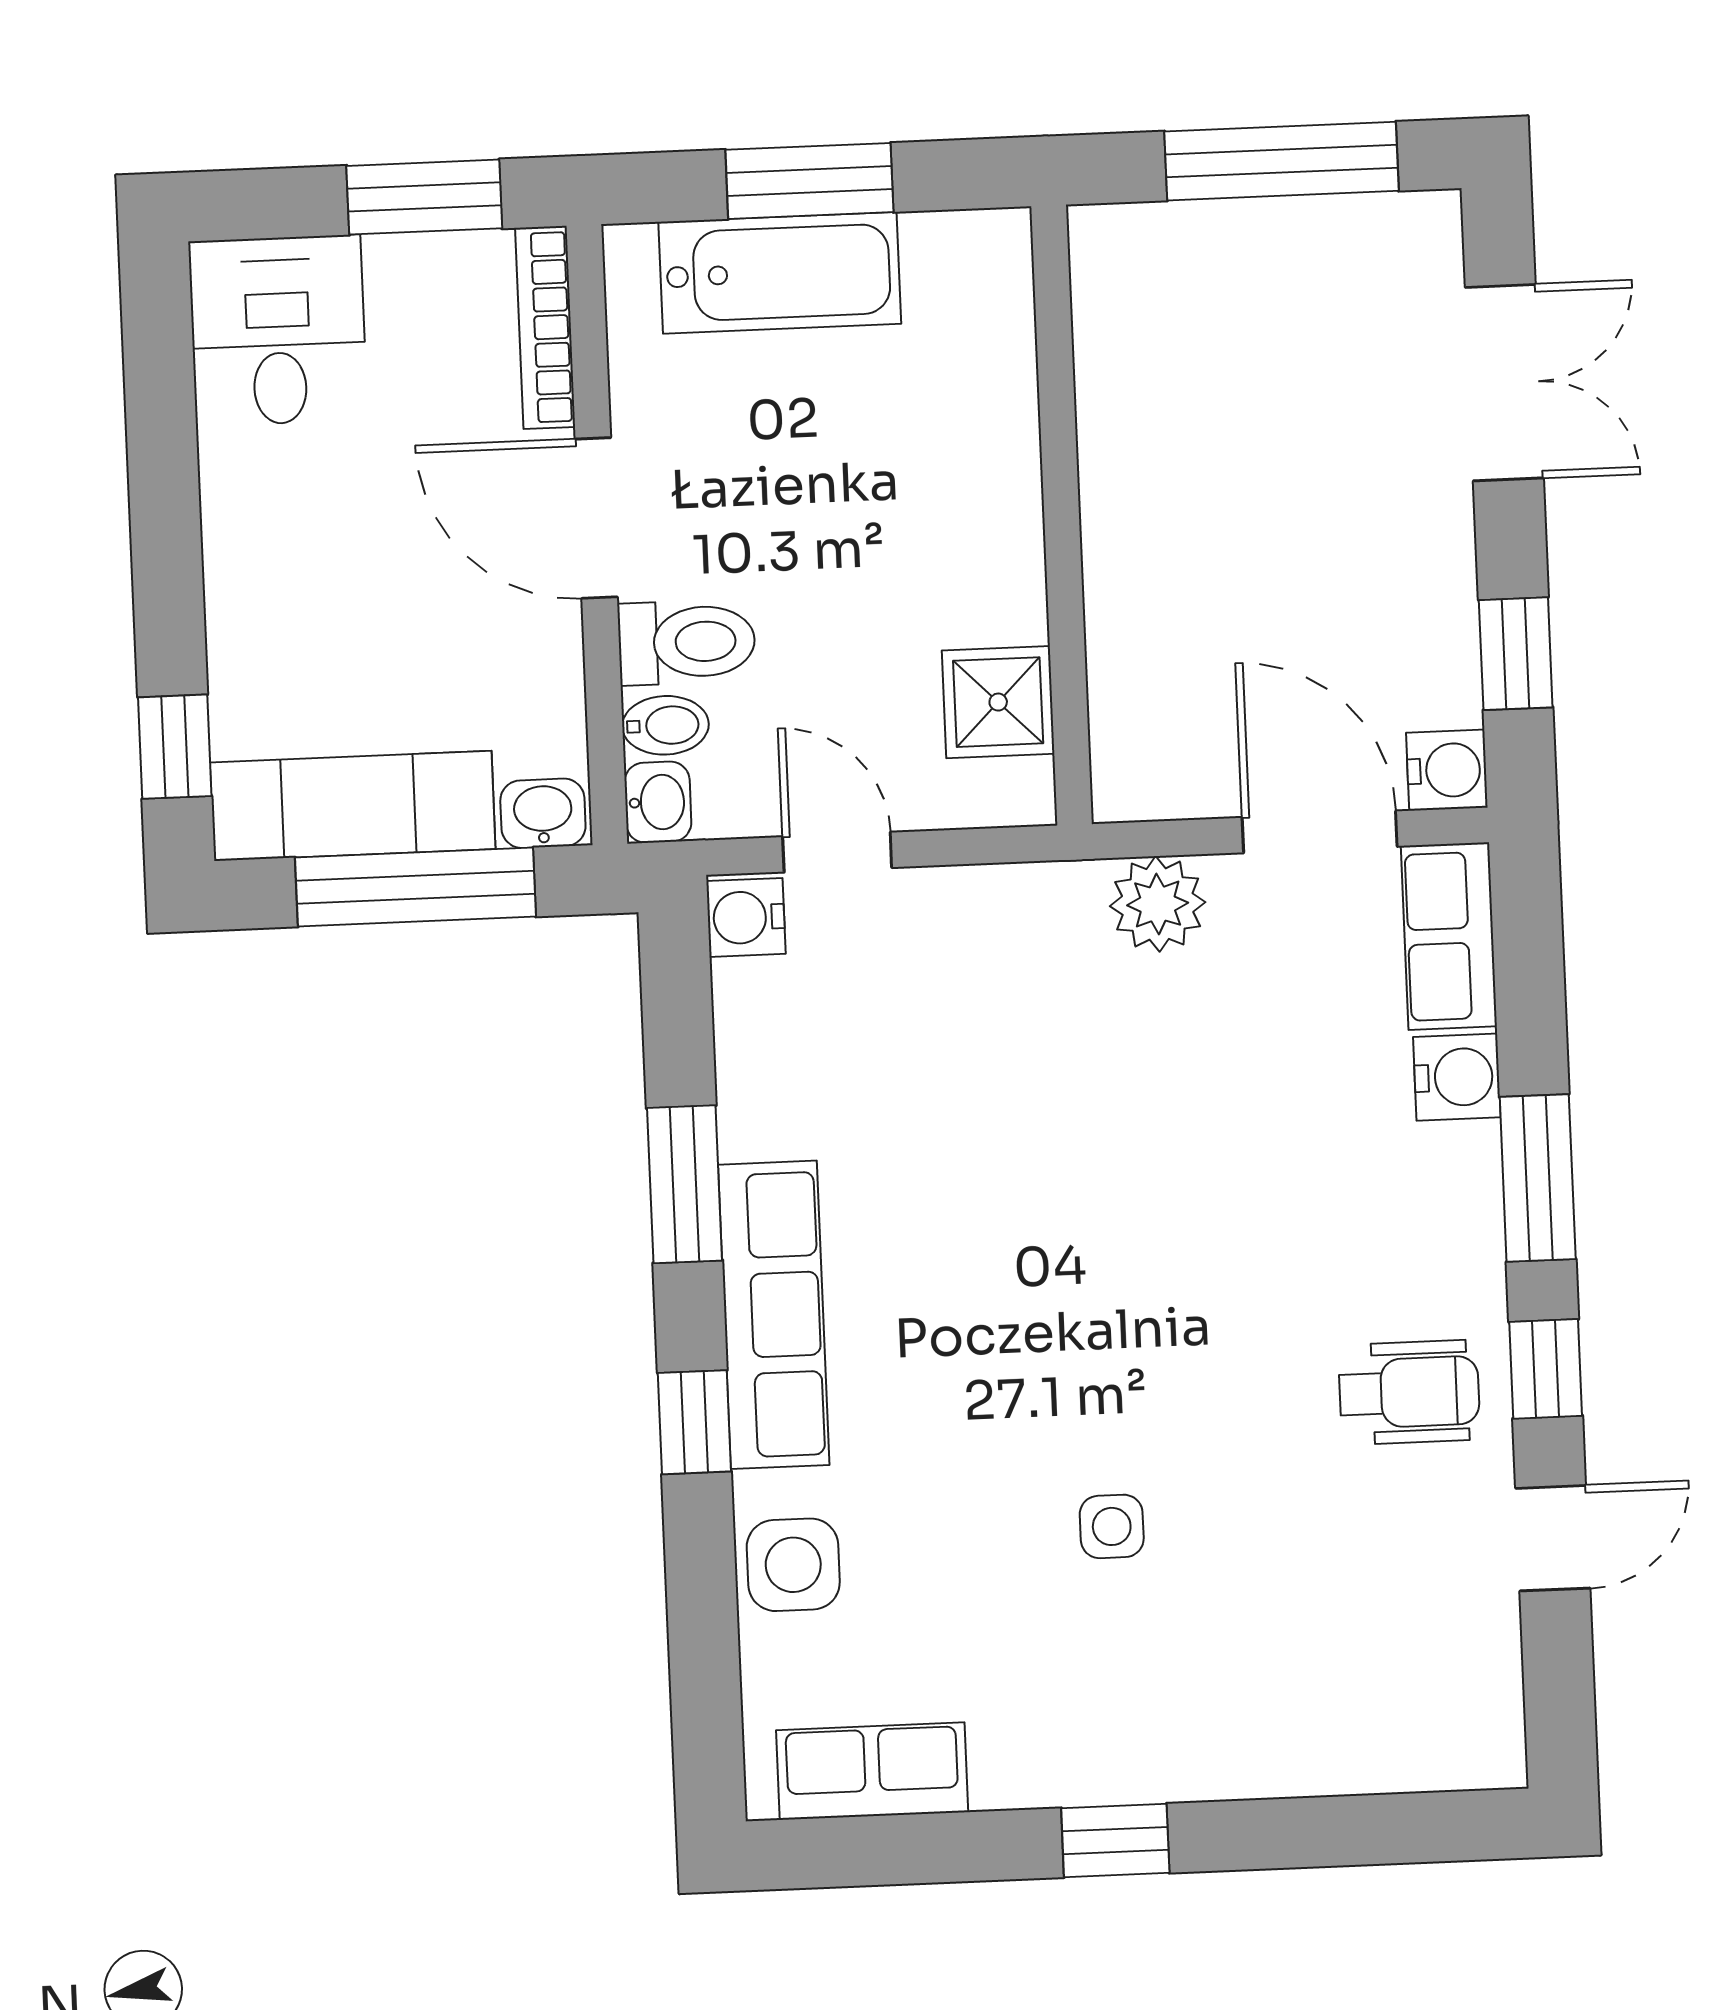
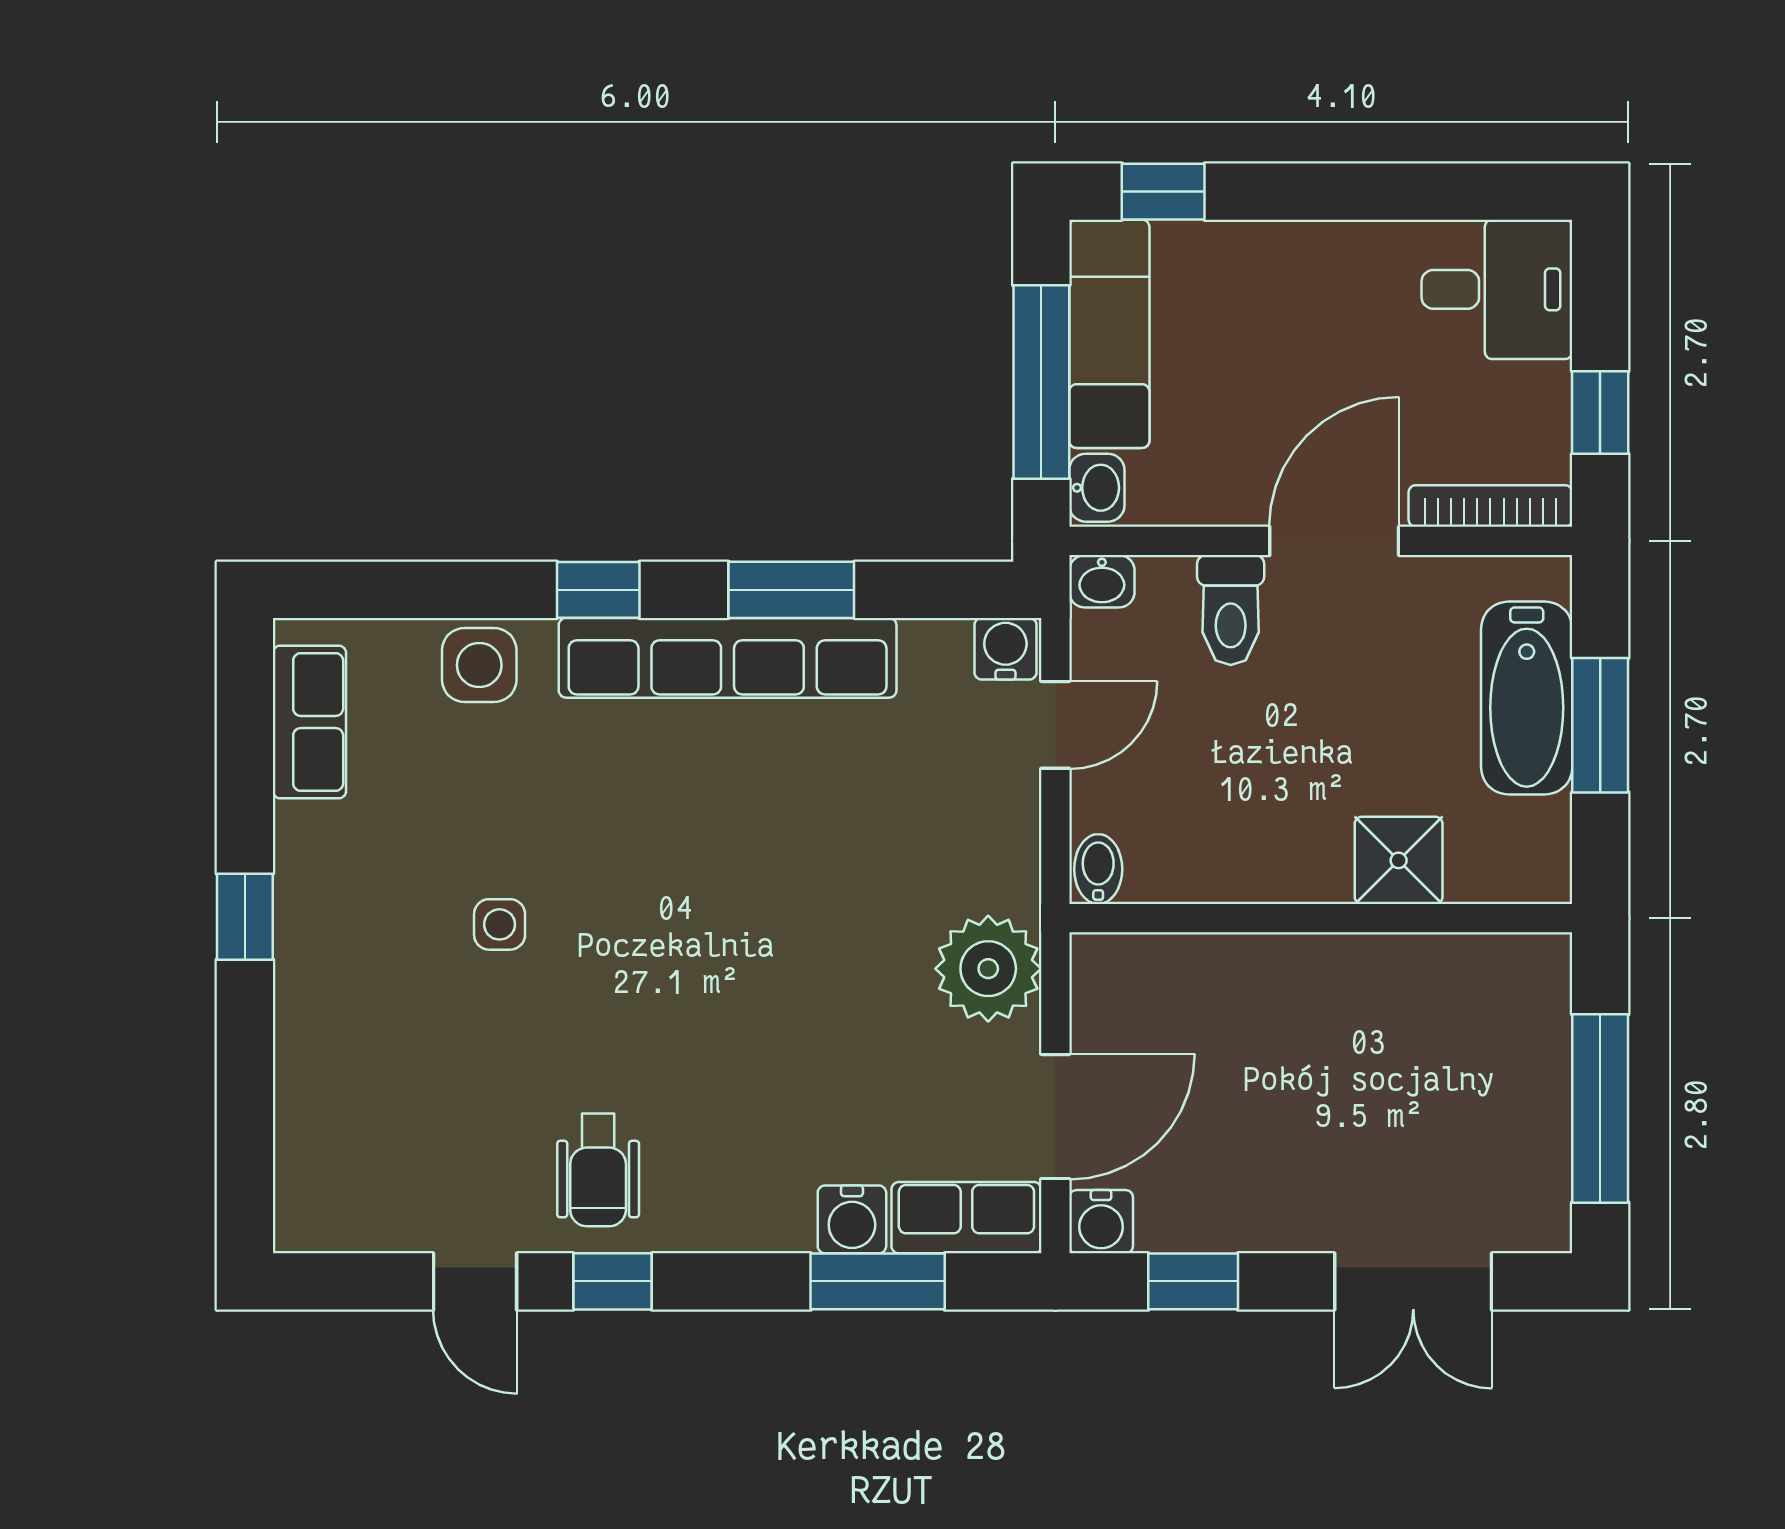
window: (424, 197) -> (1600, 413), width x0.67
shower: (998, 702) -> (1399, 860), moved
bidet: (665, 725) -> (1098, 869), moved, turned 180
plant: (1158, 904) -> (988, 969), width x1.36, depth x1.36
window: (1538, 1178) -> (878, 1281), moved
row of seats: (774, 1315) -> (728, 658), width x1.36

